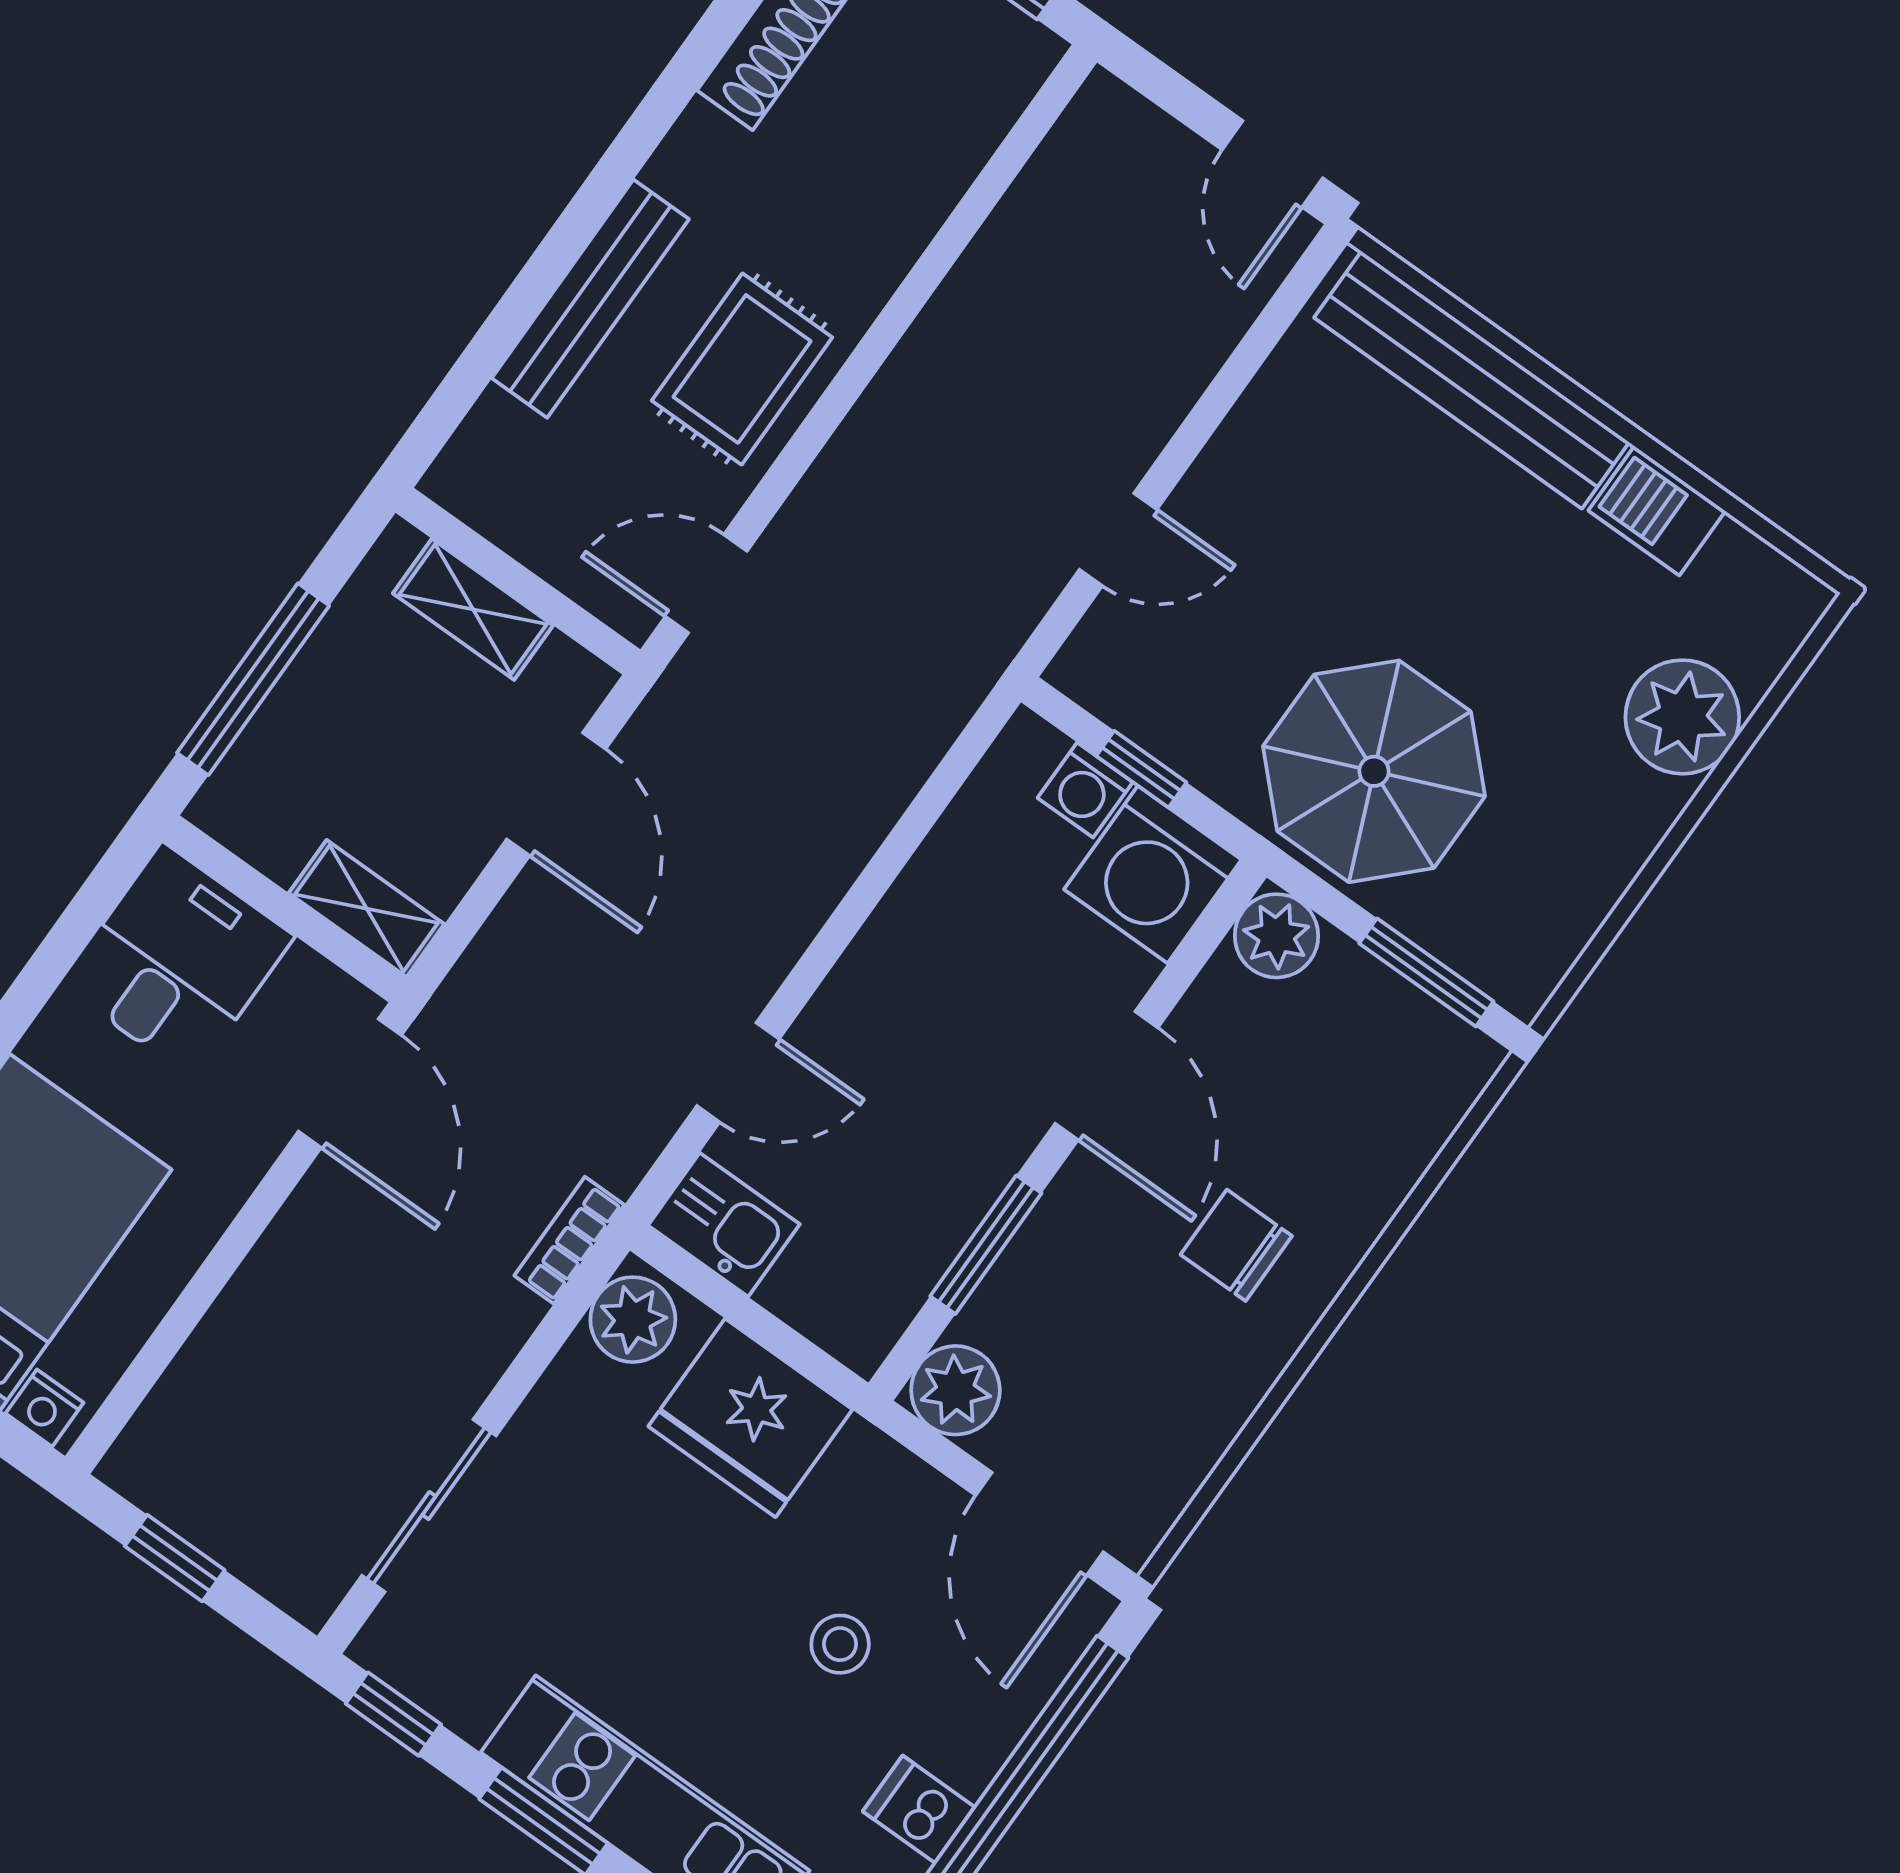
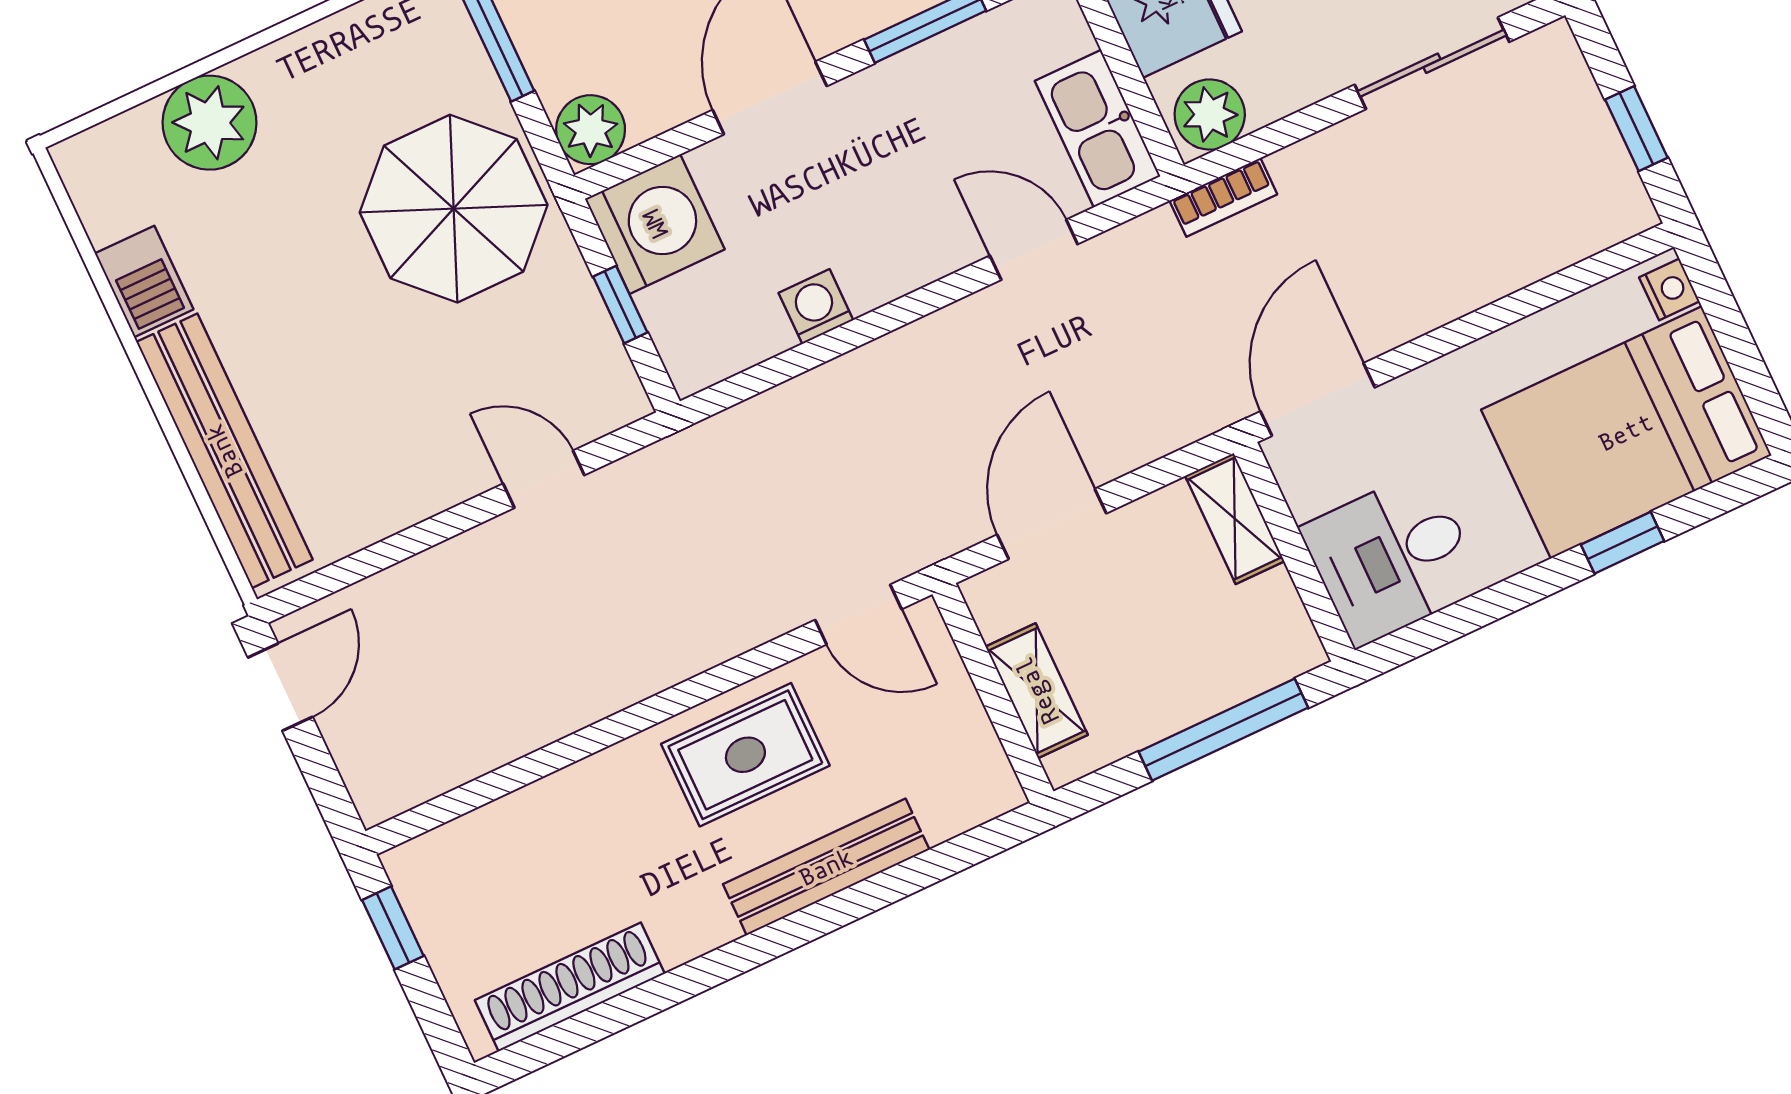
washing machine: (1085, 790) -> (816, 307), moved, turned -90
kitchen sink: (724, 1225) -> (1098, 129), width x1.38

